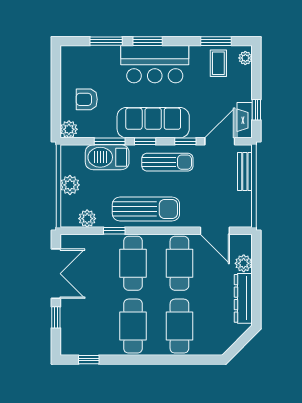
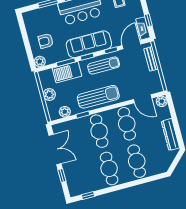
plant: (244, 263) -> (162, 101), moved

